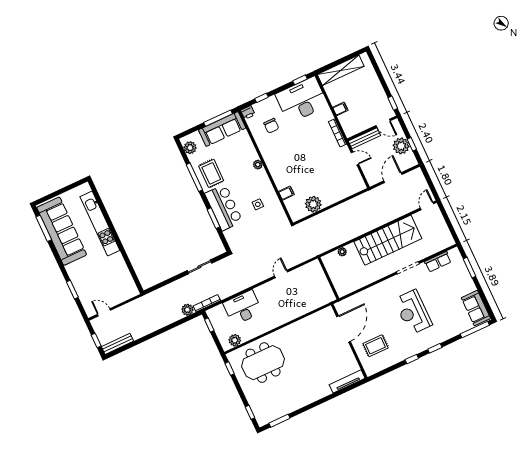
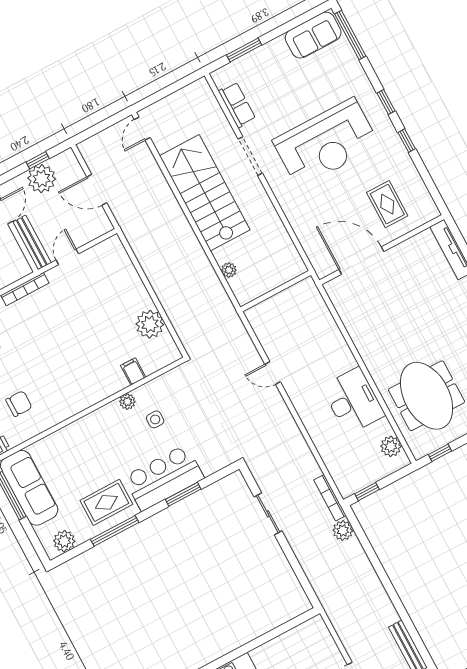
plant: (258, 165) -> (127, 402), moved
door: (427, 206) -> (142, 129), hinge flipped
desk: (243, 308) -> (353, 401), moved, turned 180
reception desk: (413, 312) -> (326, 143), width x1.36, depth x1.30

